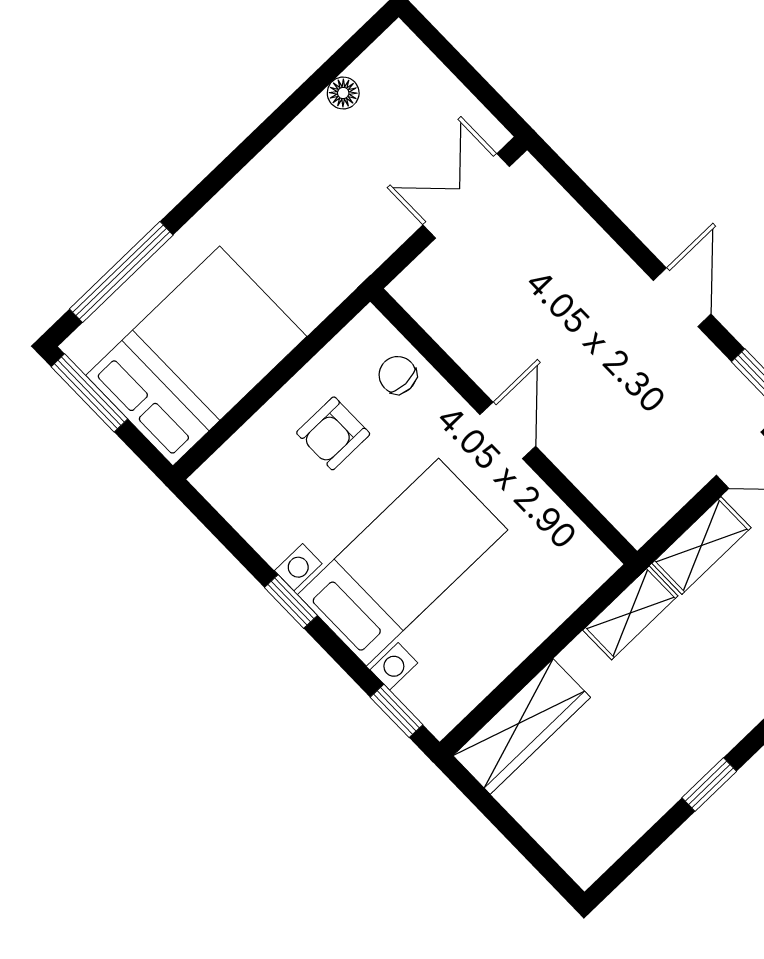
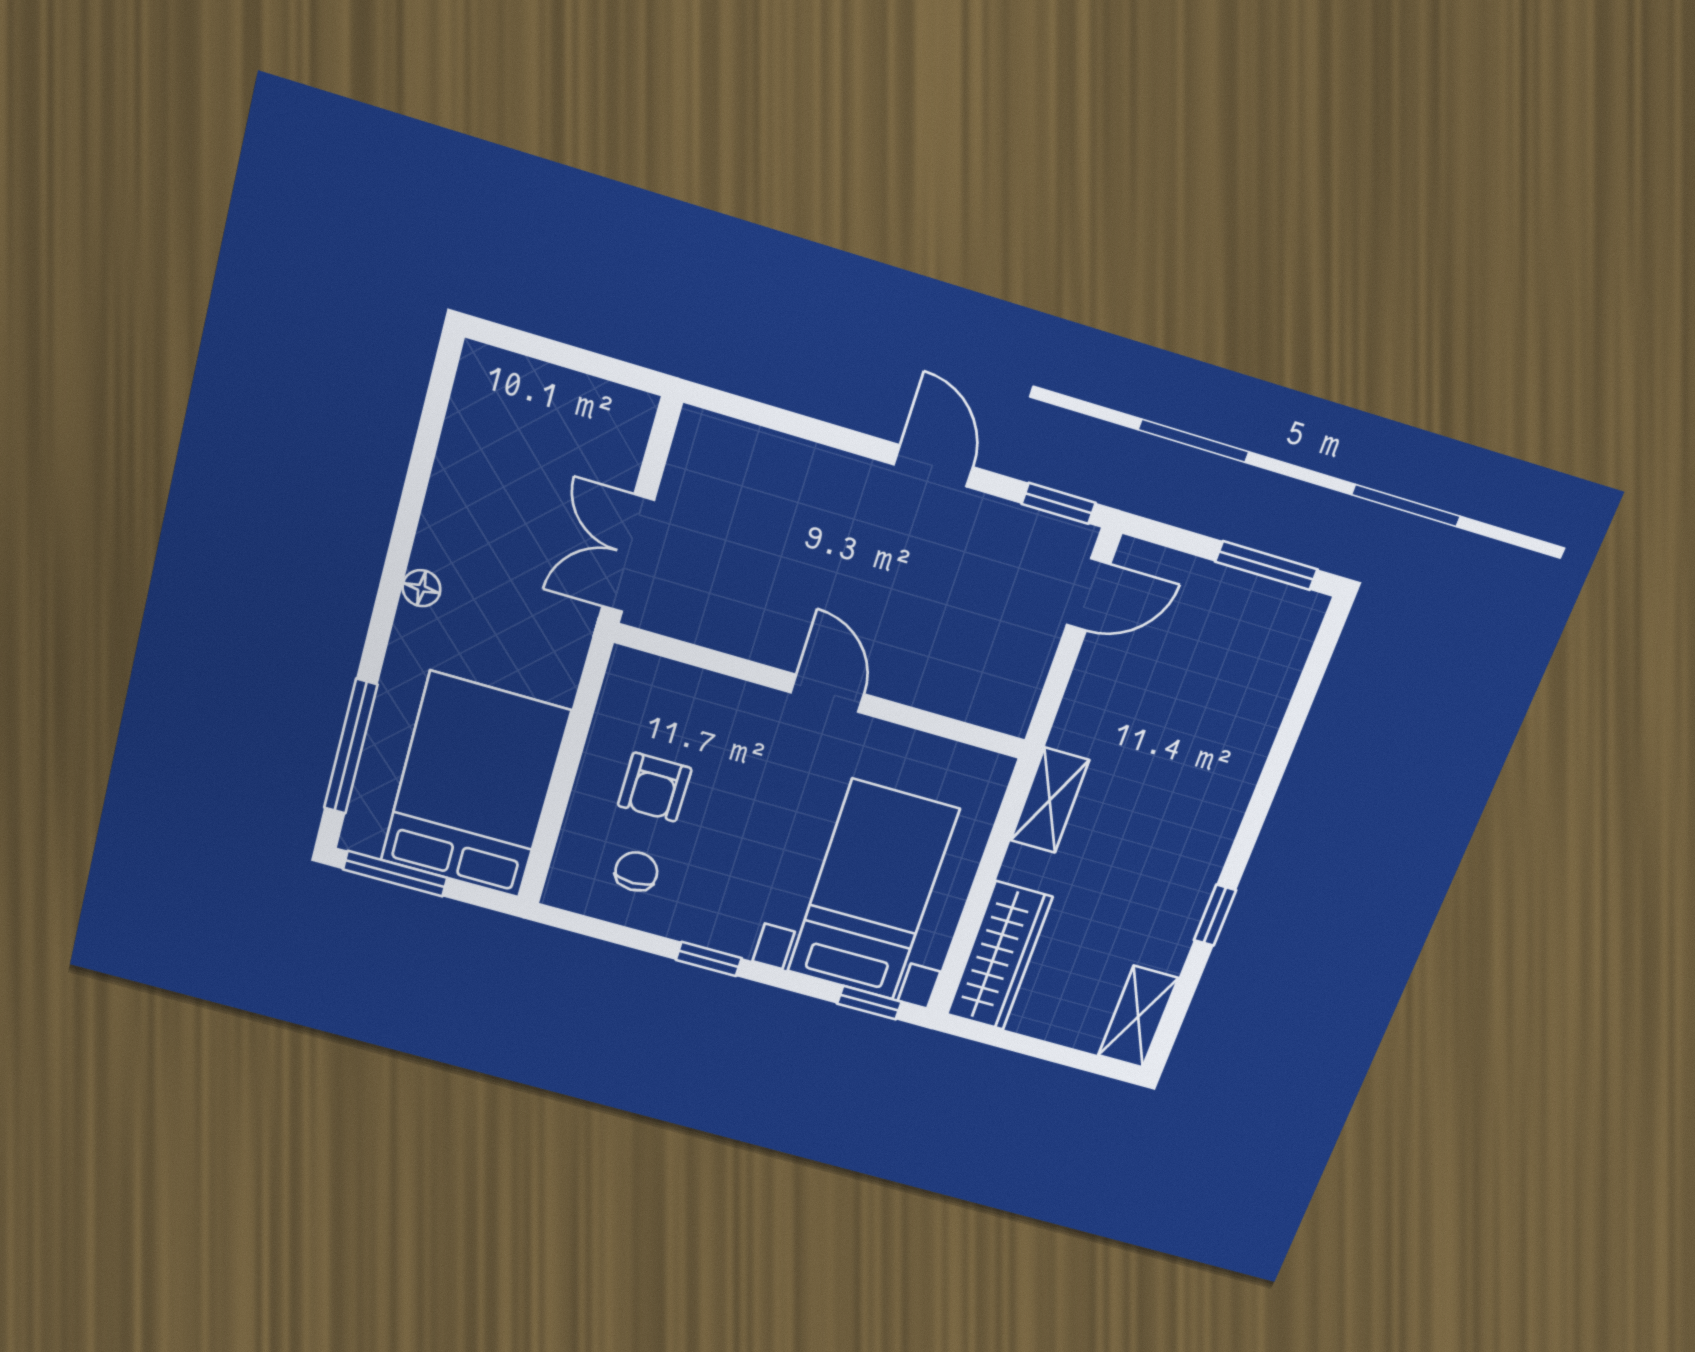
floor lamp: (343, 93) -> (421, 588), moved
double door: (466, 196) -> (628, 553), moved
chair: (398, 375) -> (636, 871), moved, turned 90
shelving: (701, 545) -> (1138, 1017), moved
bed with nightstands: (403, 562) -> (873, 891), moved

